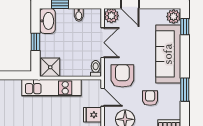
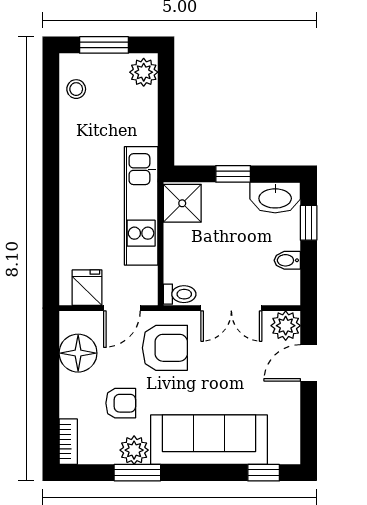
plant: (174, 17) -> (134, 450), moved

